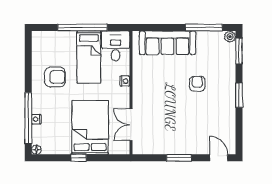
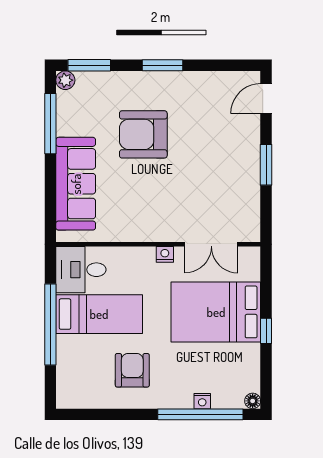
nightstand: (125, 81) -> (165, 254), moved
armchair: (197, 84) -> (143, 134), width x1.88, depth x1.88

